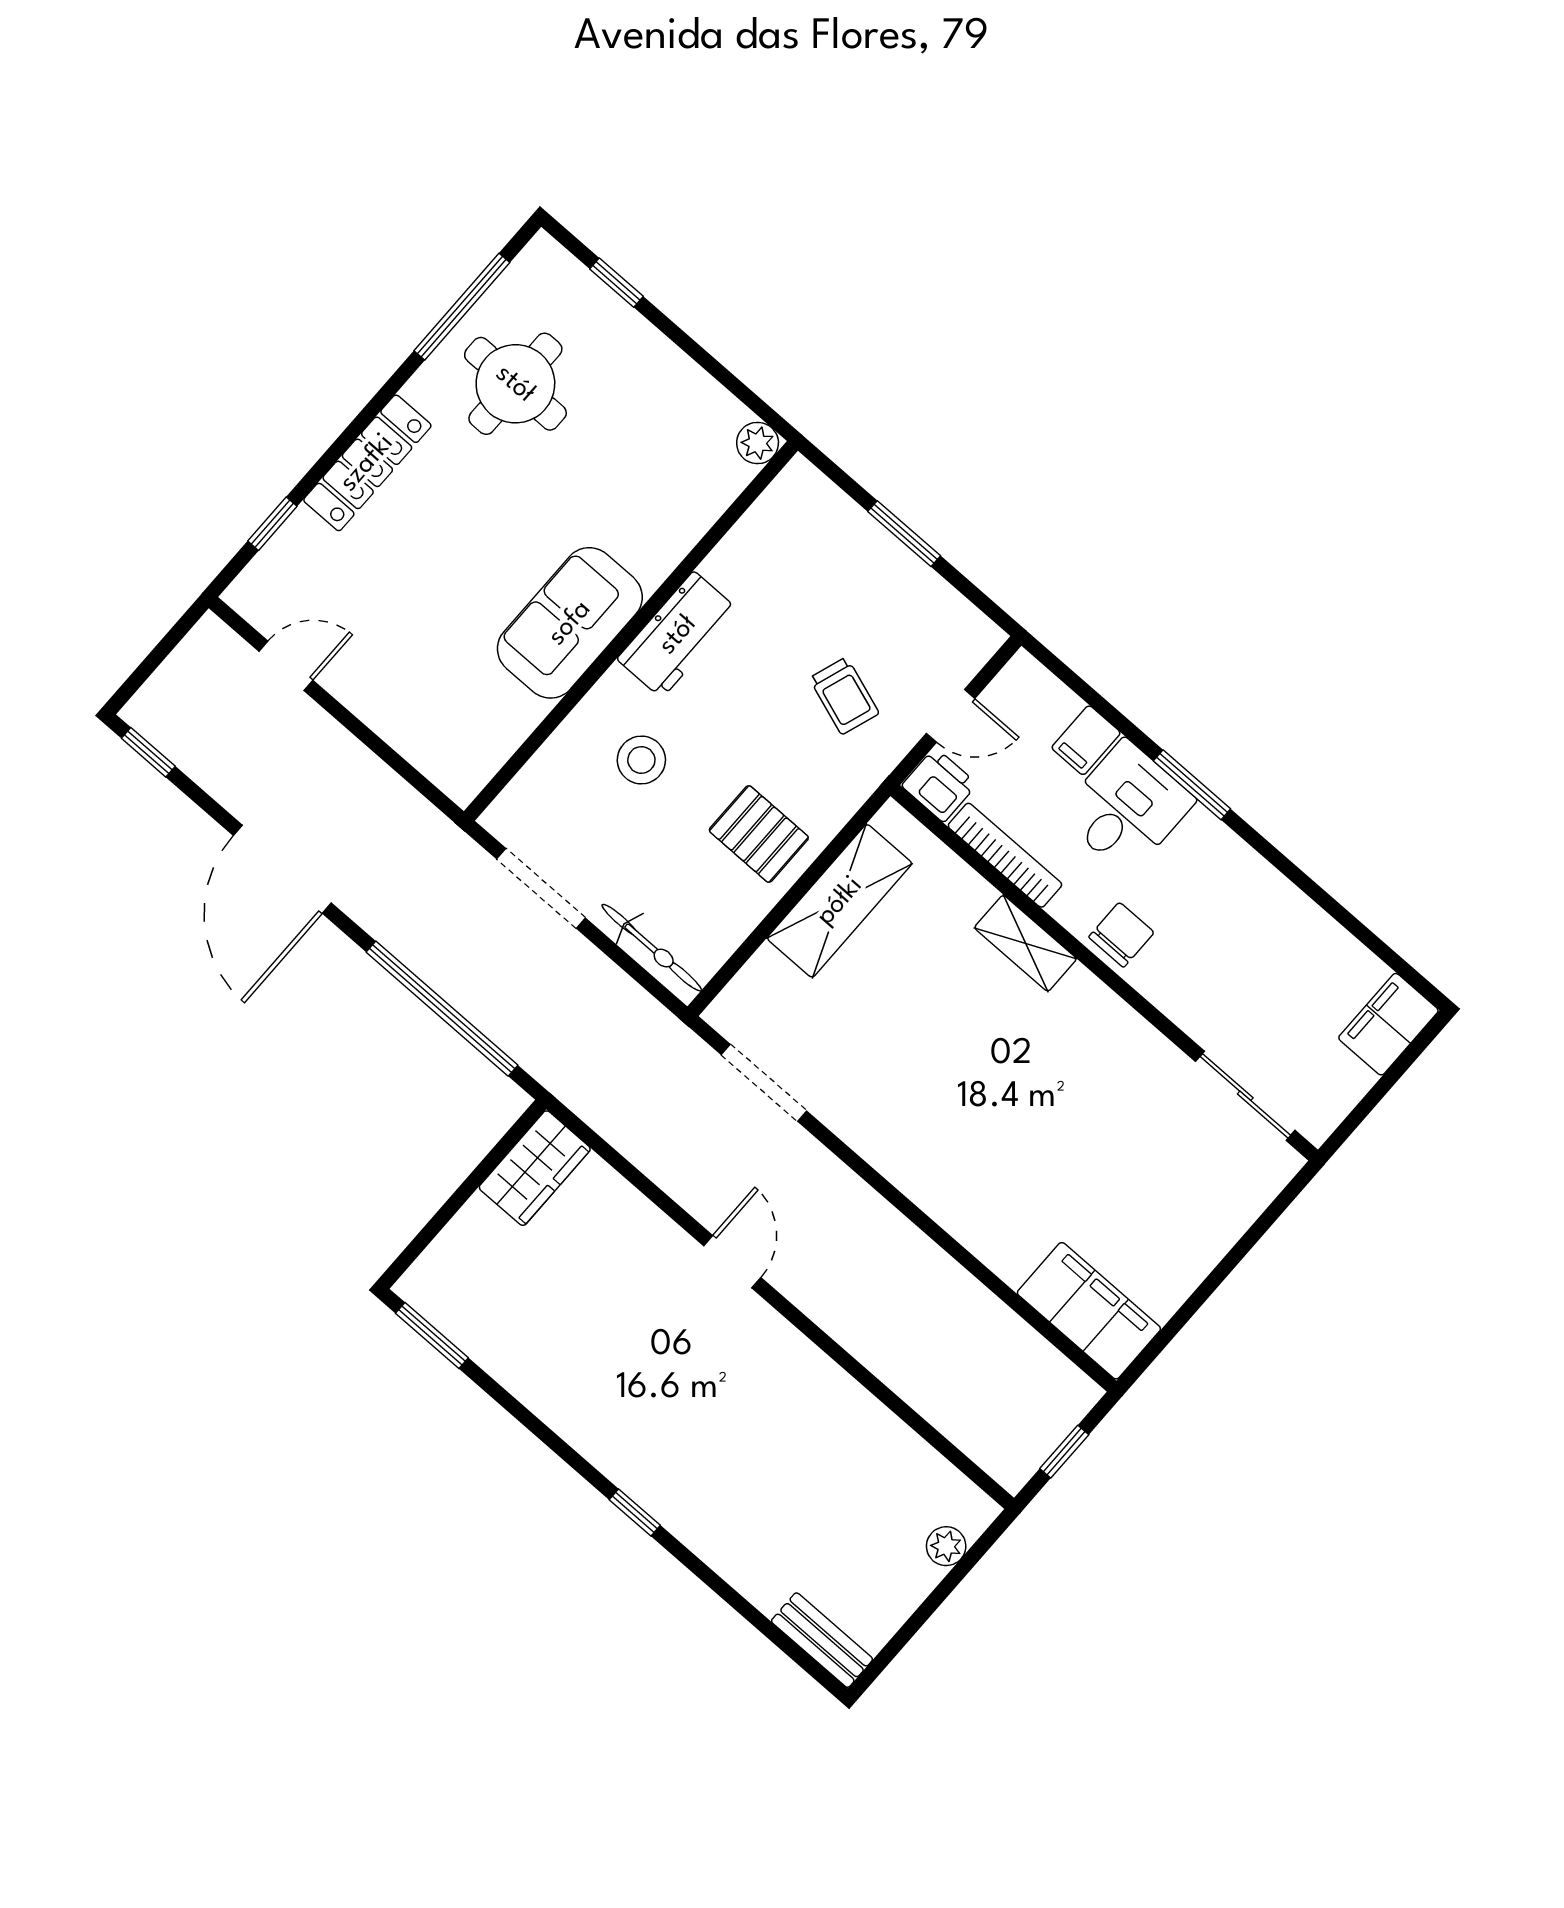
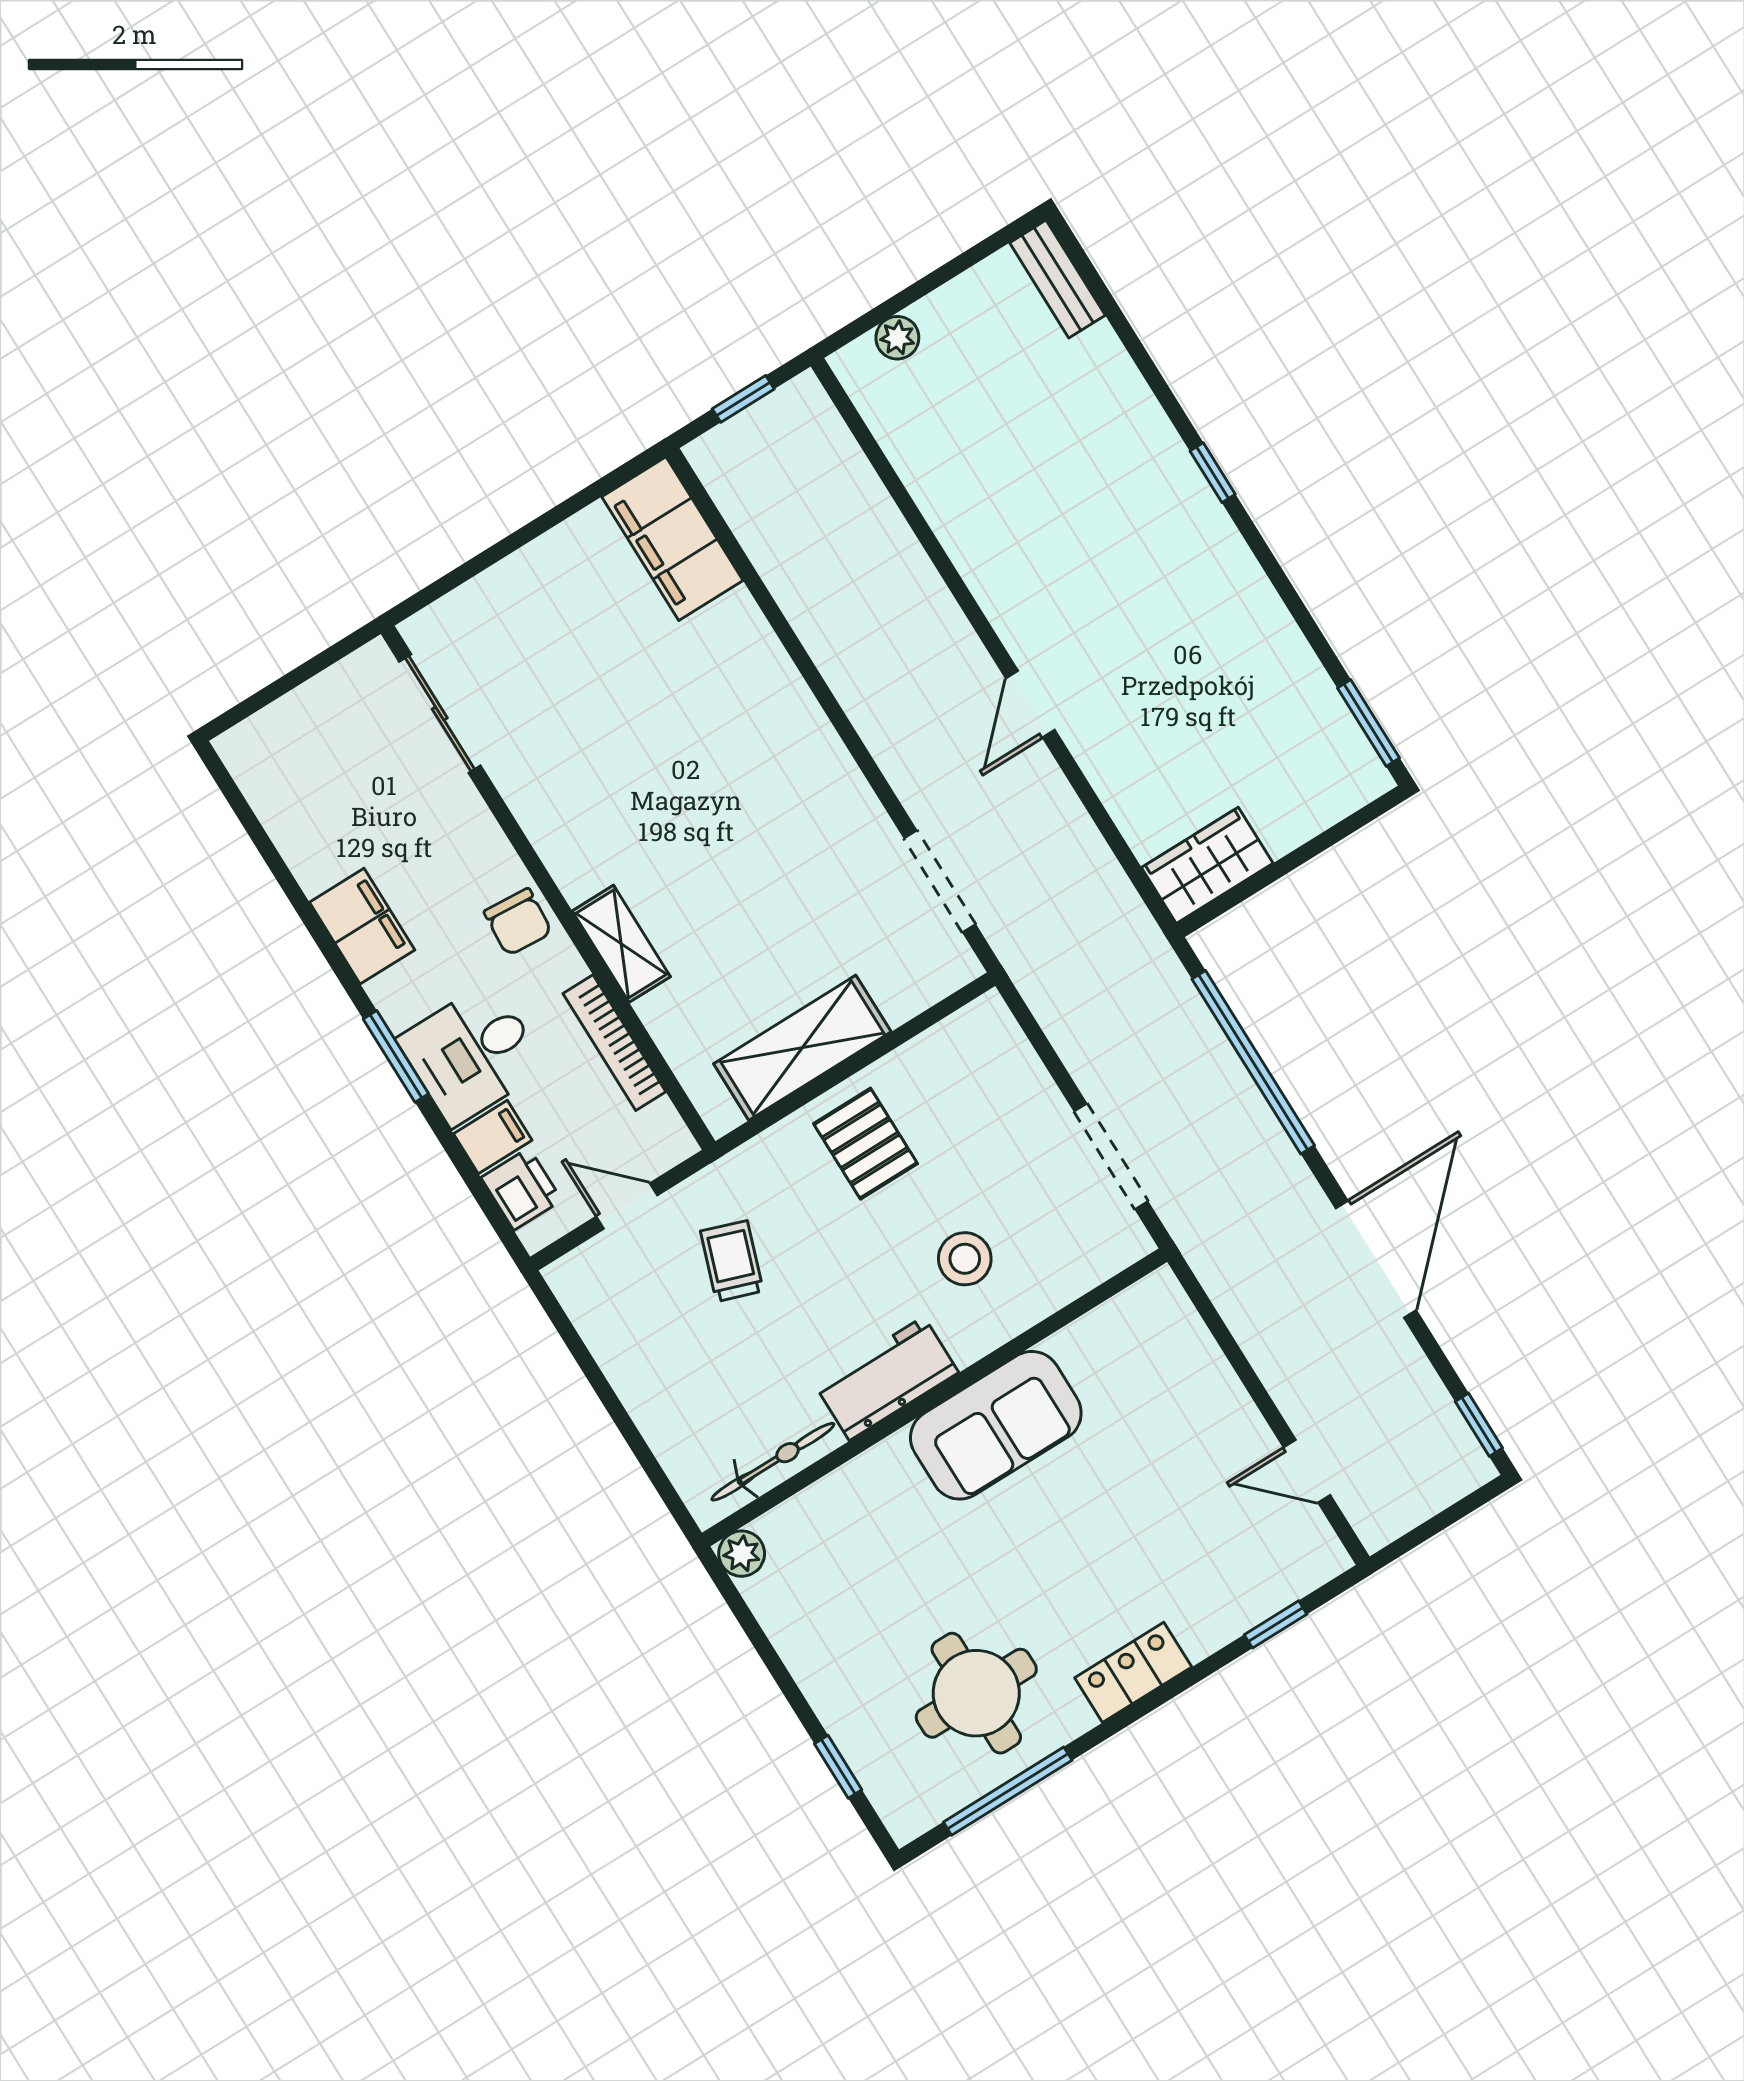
locker: (367, 463) -> (1133, 1672), width x0.66
window: (904, 534) -> (617, 1412), removed
printer: (939, 785) -> (521, 1189), moved, turned 180
chair: (1121, 935) -> (518, 922), turned -86
bicycle: (652, 948) -> (773, 1462), moved, turned 90
filing cabinet: (1388, 1024) -> (362, 926), moved, turned -90

